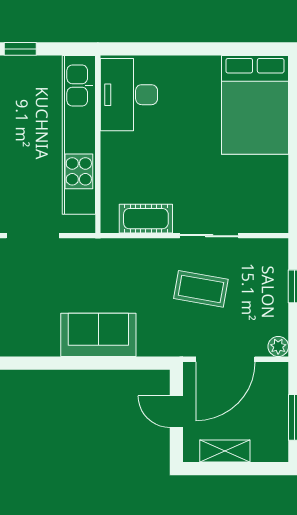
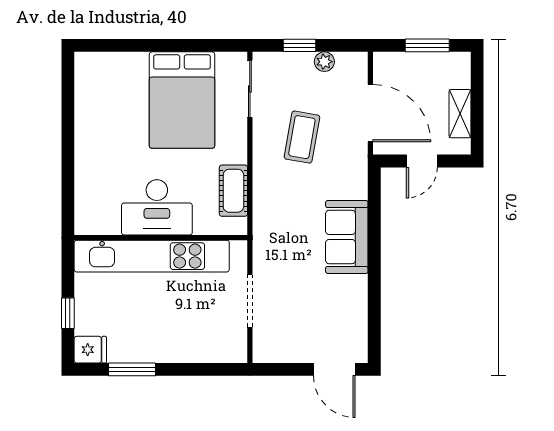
desk: (129, 95) -> (157, 207), moved
bed: (255, 105) -> (182, 100), moved, turned 90
sliding door: (209, 236) -> (250, 89), moved
plant: (278, 346) -> (324, 62), moved

